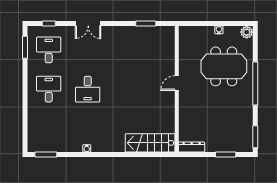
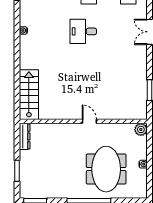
plant: (247, 32) -> (141, 129), moved

